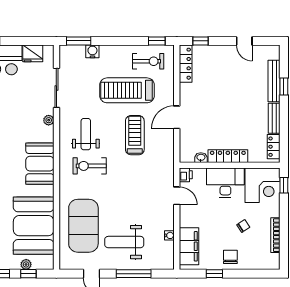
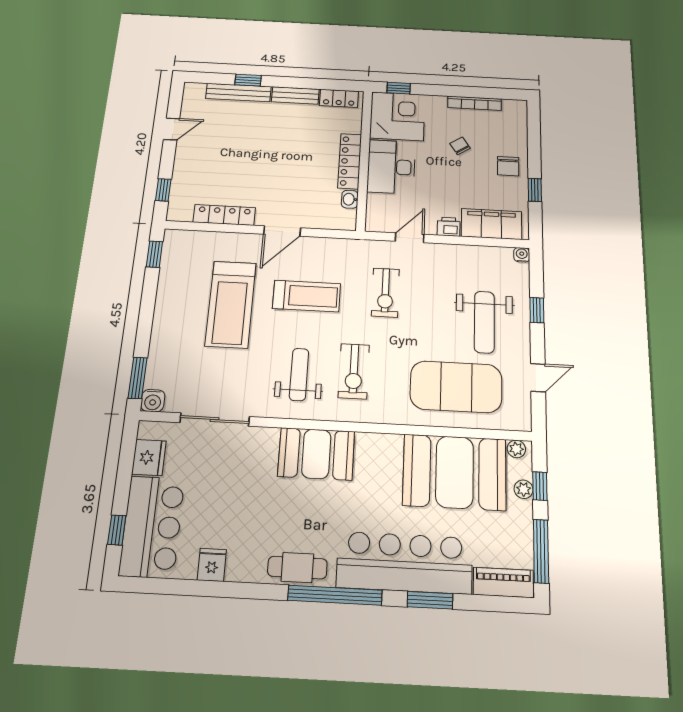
water cooler: (92, 51) -> (153, 401), moved, turned -90
exercise bike: (148, 61) -> (385, 293), moved, turned 180
locker: (186, 64) -> (224, 215), moved
door: (177, 117) -> (282, 231), hinge flipped
plant: (49, 120) -> (516, 449), moved
weight bench: (86, 134) -> (299, 374), turned 90
treadmill: (135, 135) -> (307, 296), turned 180
booth: (40, 164) -> (316, 454), moved
printer: (186, 175) -> (449, 227), moved
water cooler: (169, 235) -> (522, 255), moved
chair: (230, 257) -> (508, 166), turned -90
window: (134, 274) -> (537, 310), width x0.46

